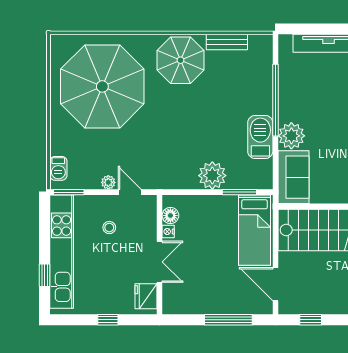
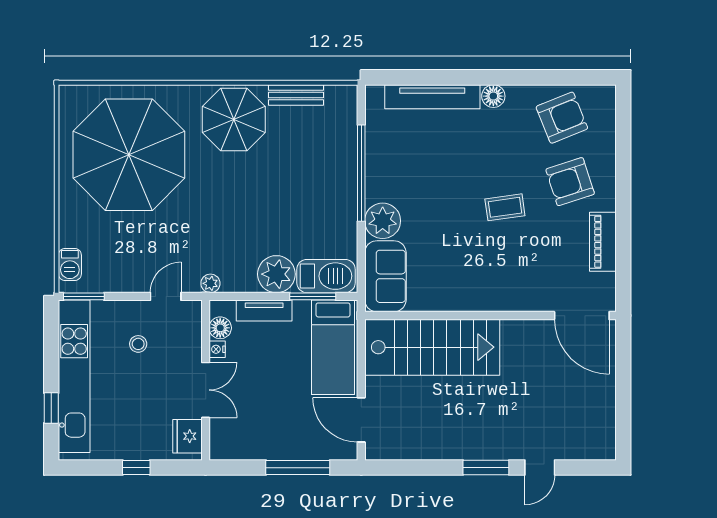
barbecue: (260, 137) -> (326, 276), moved, turned 90
plant: (108, 182) -> (210, 283), moved
door: (130, 192) -> (166, 296), hinge flipped
tv unit: (203, 203) -> (264, 311), added
window: (311, 320) -> (408, 468), removed

